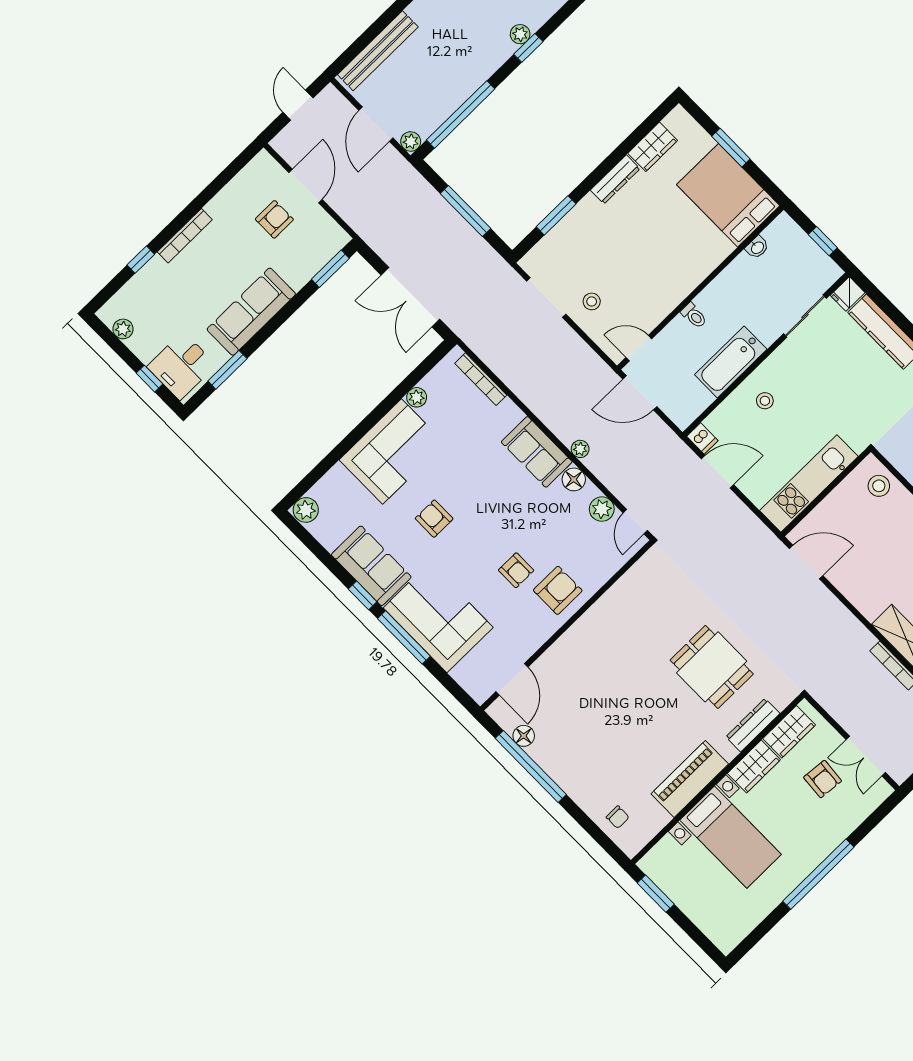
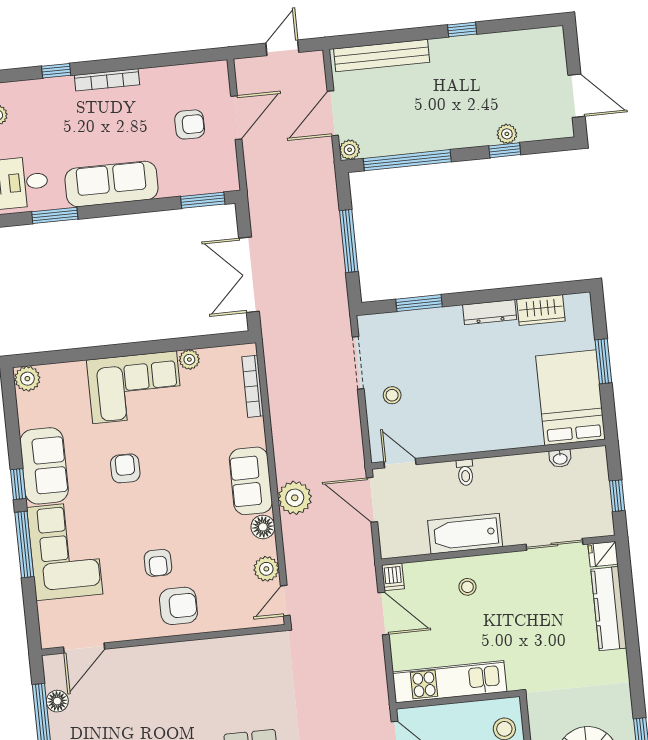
plant: (580, 449) -> (295, 498), width x1.88, depth x1.88

